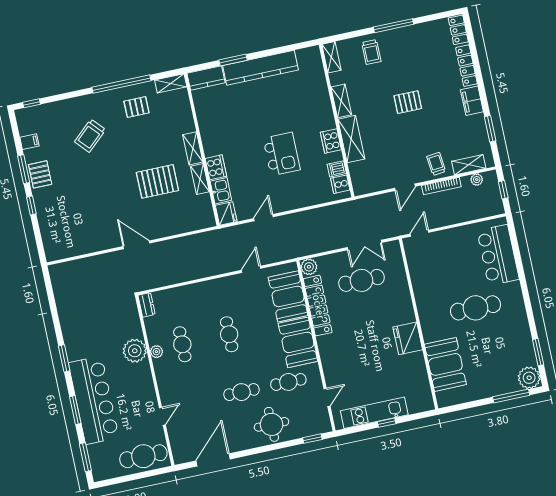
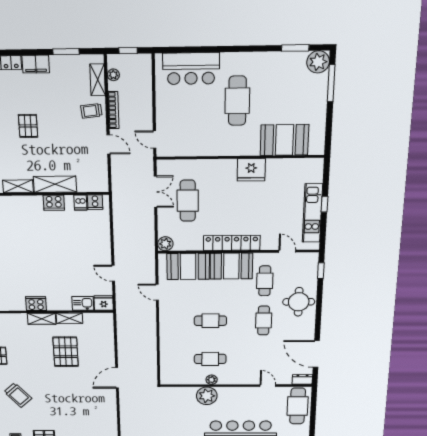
kitchen island: (282, 154) -> (59, 247), removed
cooker: (216, 167) -> (36, 304), moved
dresser: (147, 305) -> (302, 379), moved
locker: (318, 306) -> (232, 243), moved

